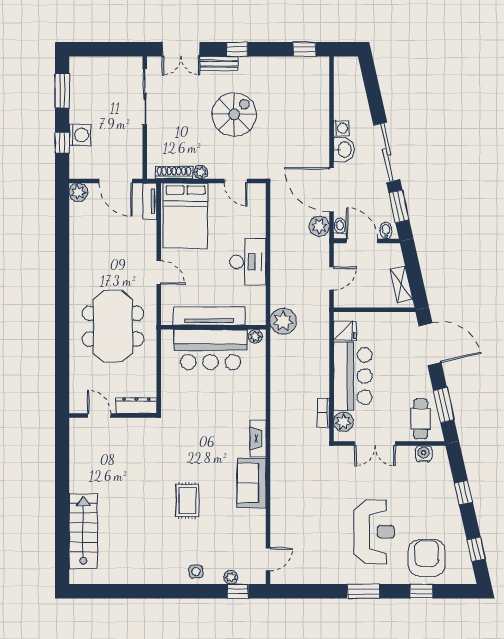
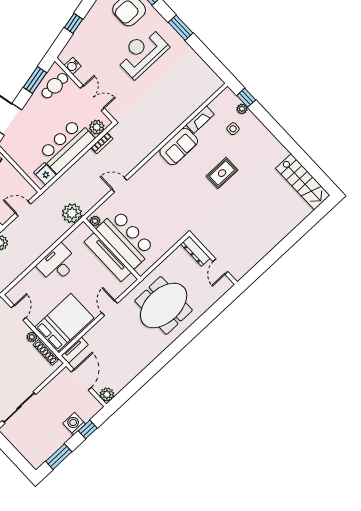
fireplace: (258, 438) -> (200, 120), moved
stairs: (83, 531) -> (303, 182), moved, turned -90
door: (268, 559) -> (119, 185), moved
side table: (196, 572) -> (233, 129), moved

